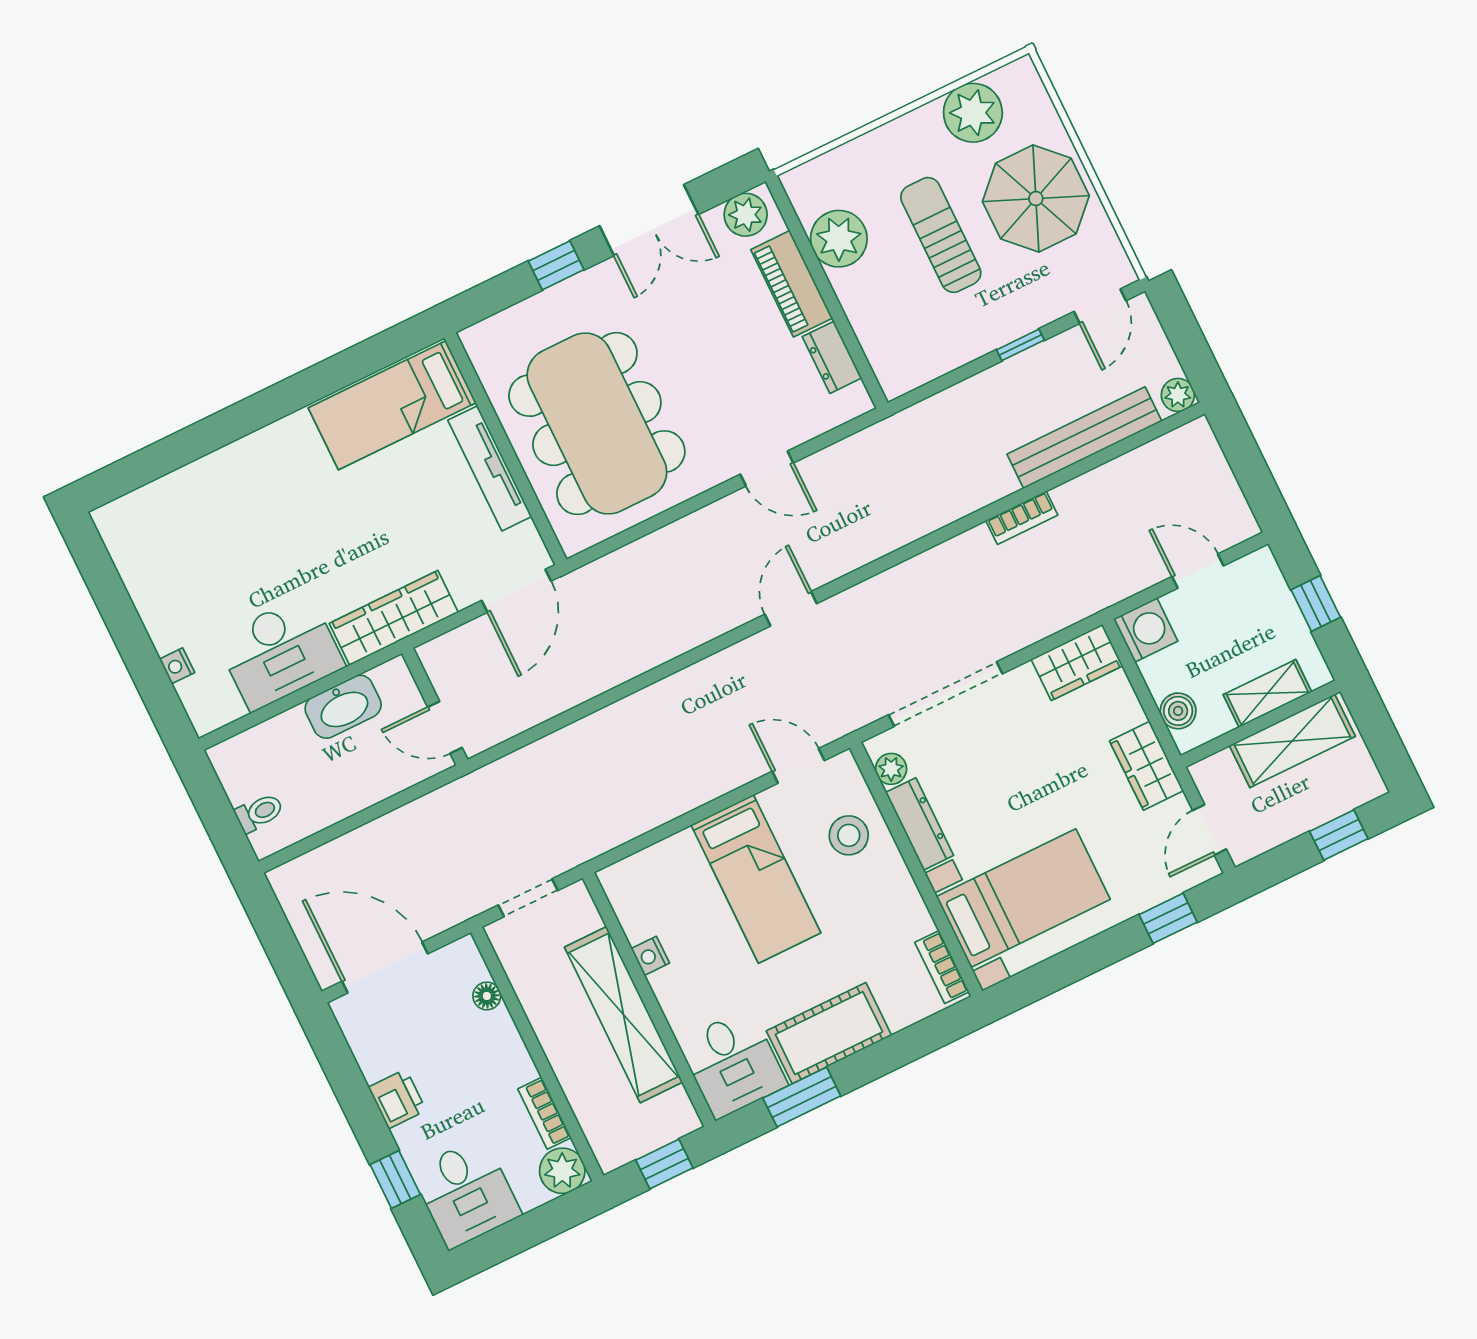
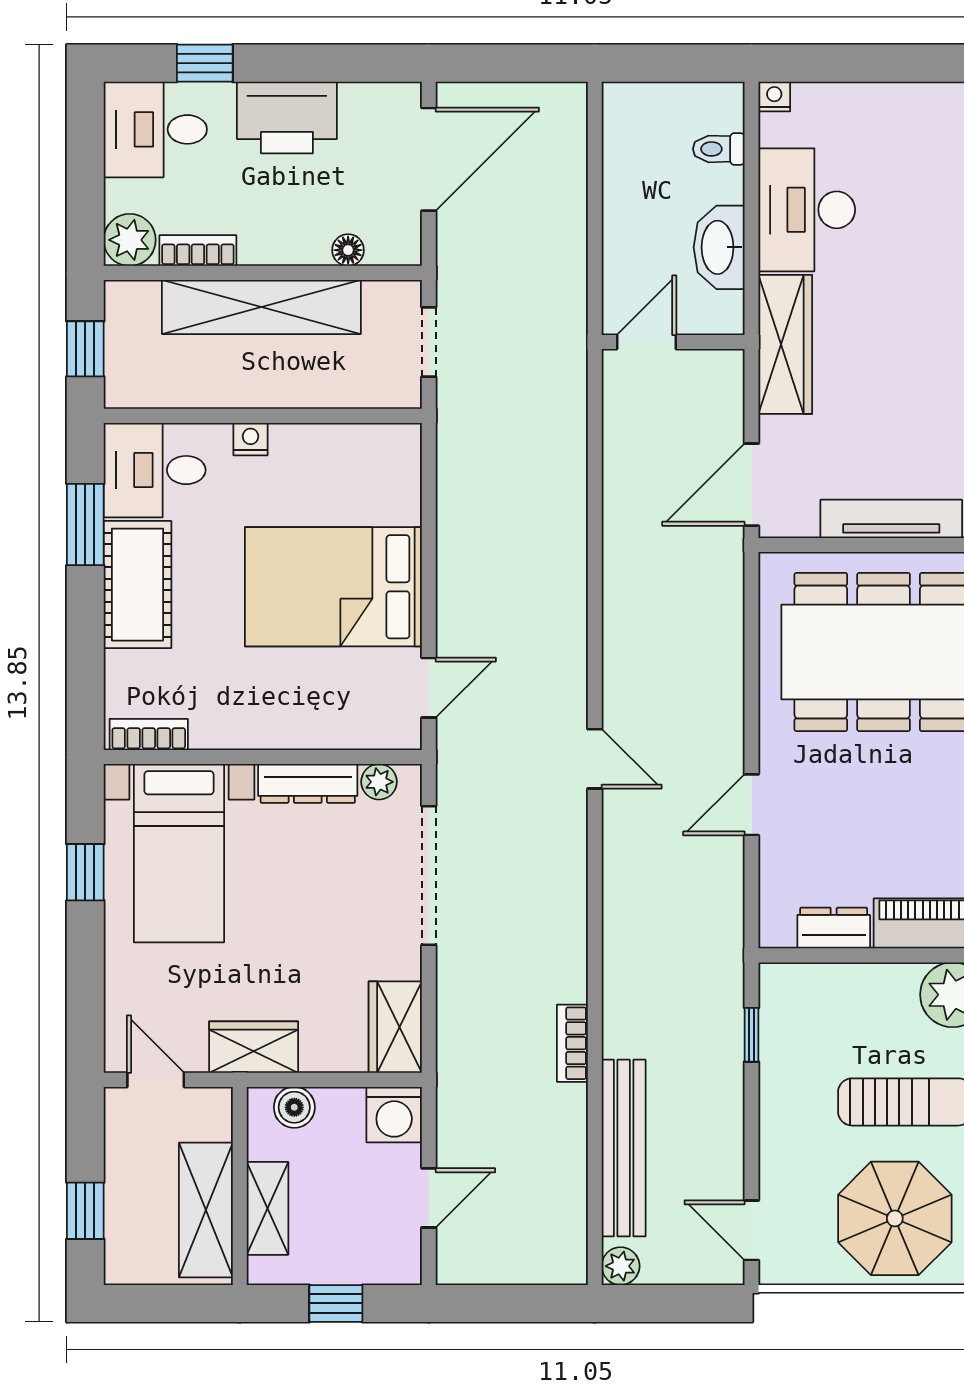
window: (1020, 345) -> (752, 1035), moved
door: (516, 591) -> (752, 485), hinge flipped
nightstand: (177, 666) -> (774, 97), moved
toilet: (259, 813) -> (719, 149), moved, turned 90
stool: (849, 835) -> (332, 705), removed
bed: (756, 879) -> (333, 587), width x1.50
window: (1168, 918) -> (85, 872), moved
nightstand: (650, 956) -> (251, 439), moved
shelving: (624, 1015) -> (261, 307), moved
printer: (397, 1099) -> (287, 117), width x1.87, depth x1.48

